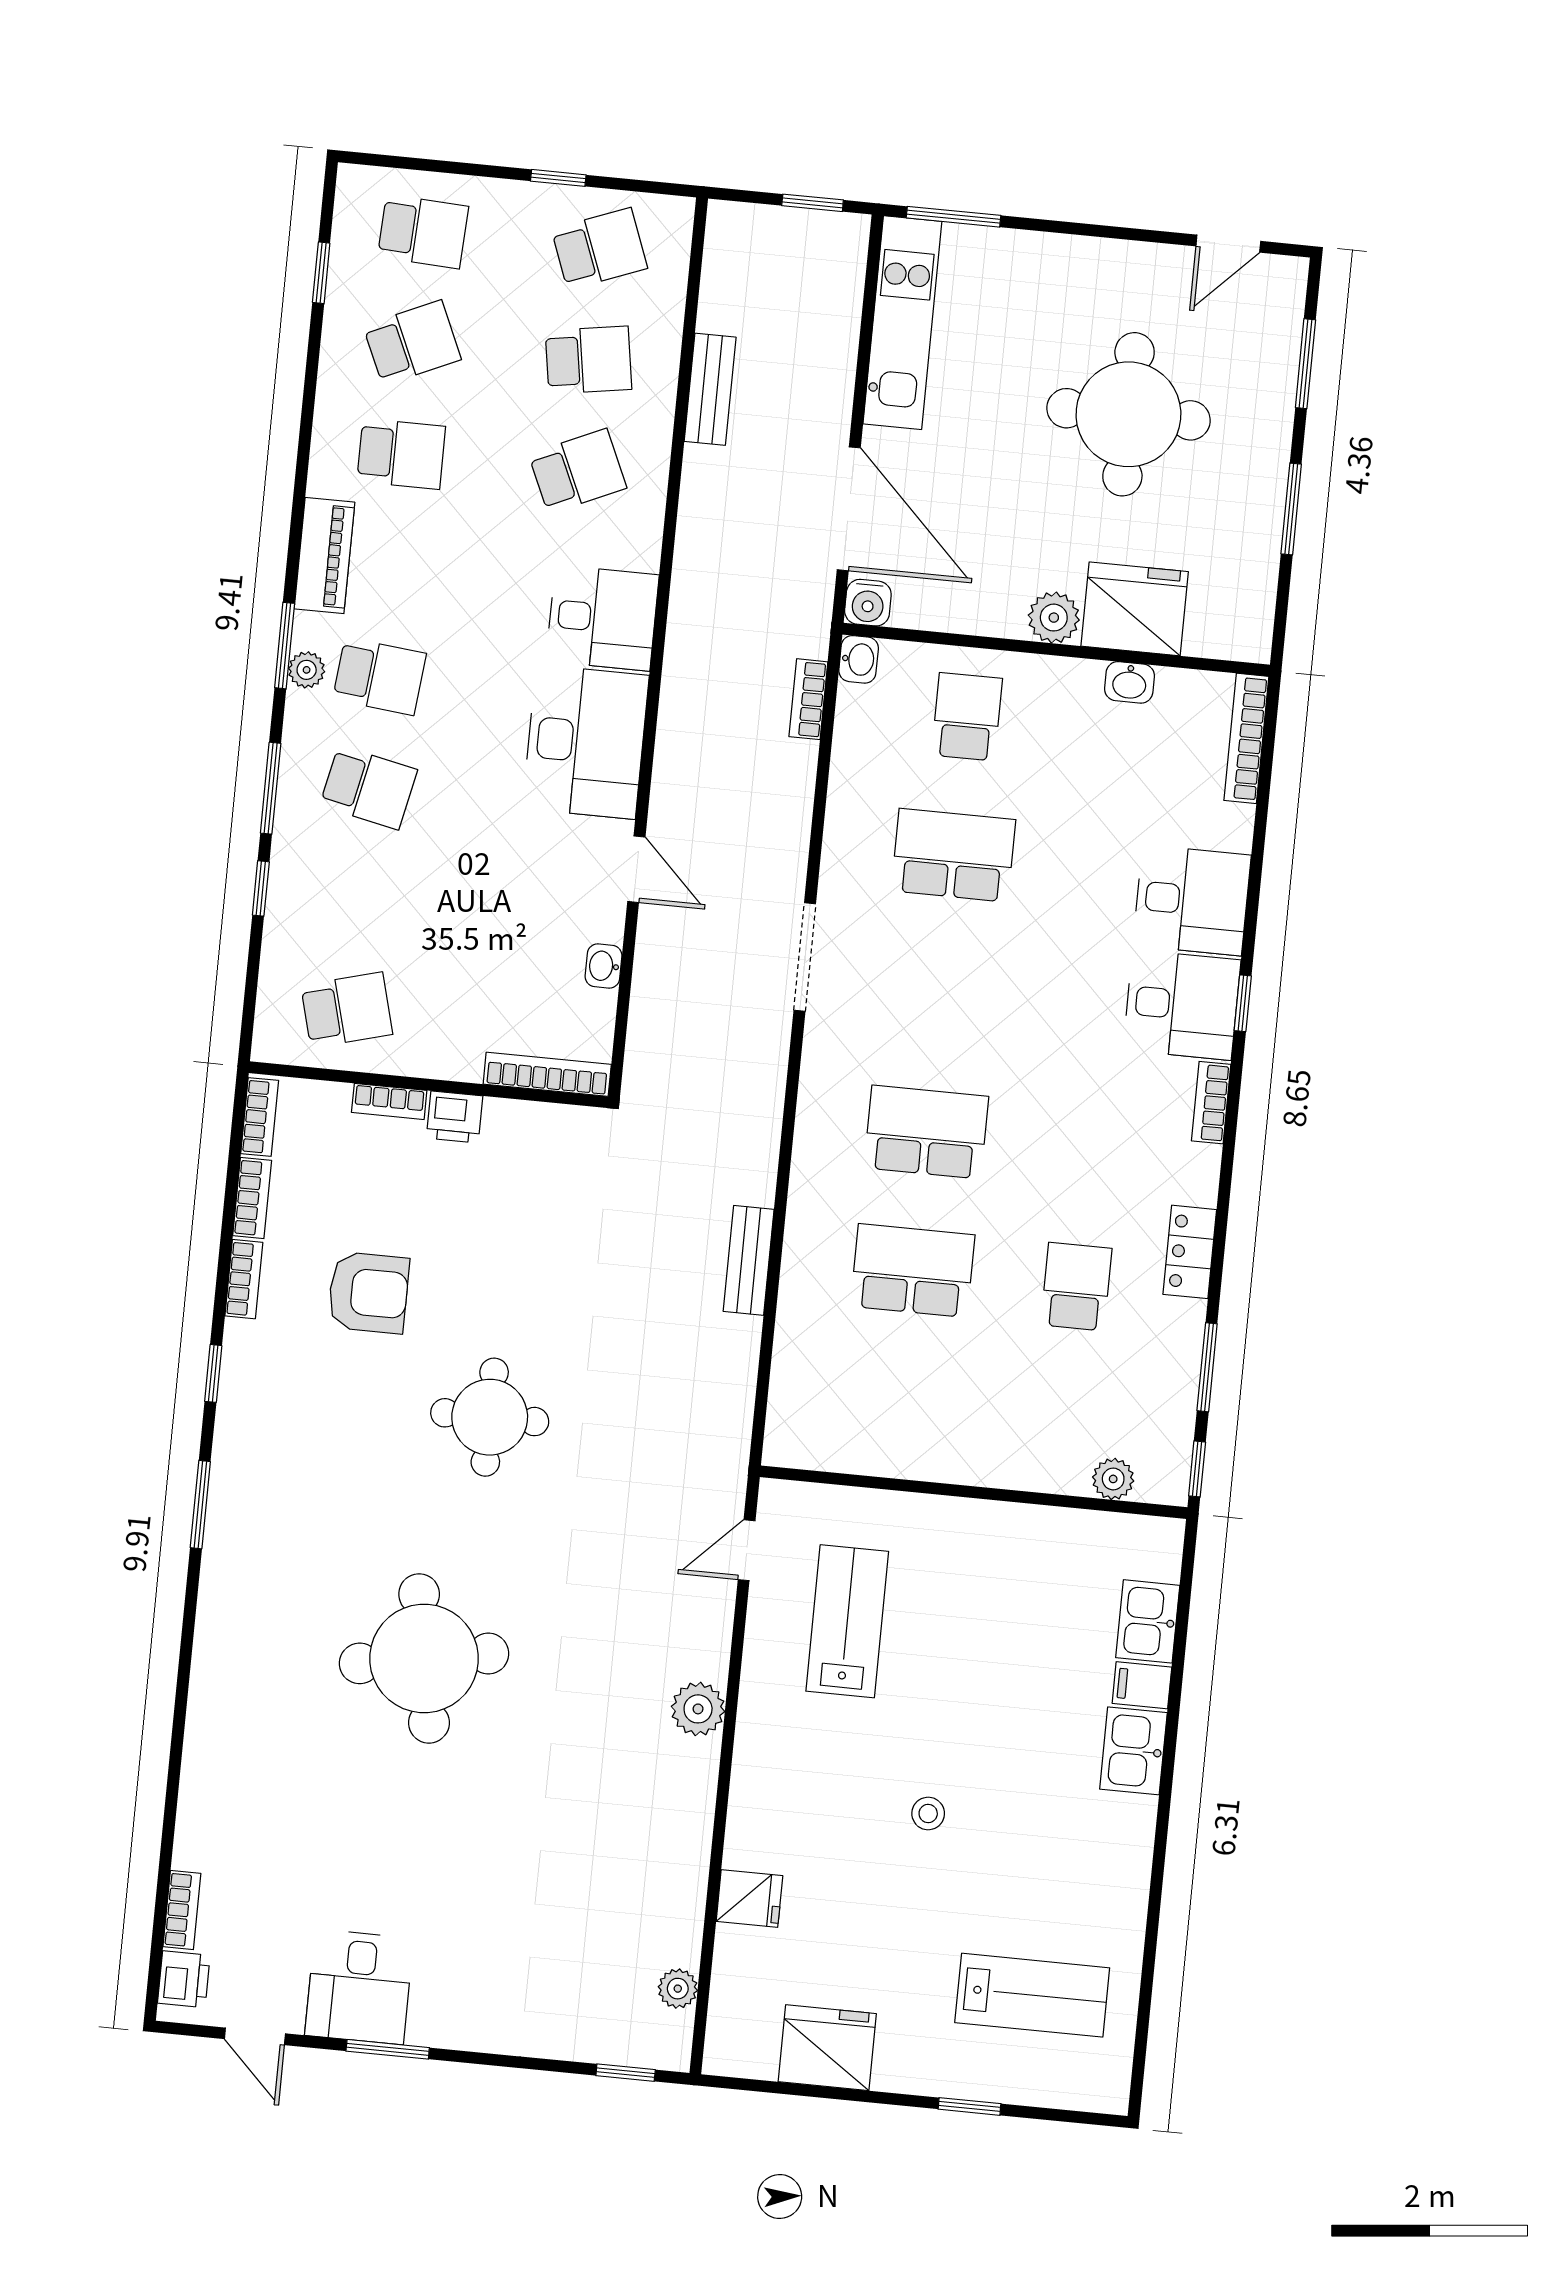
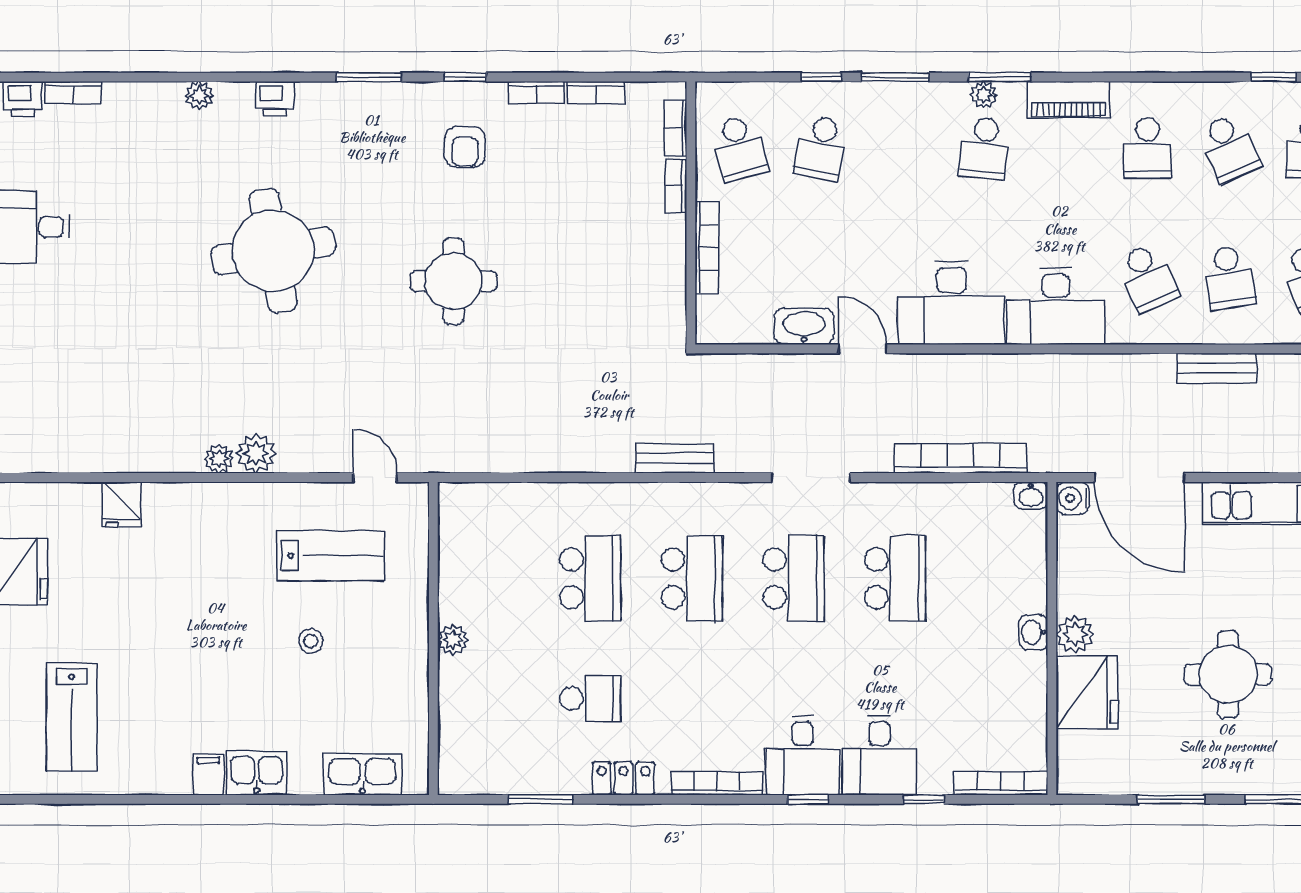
round table: (1128, 414) -> (1228, 674), width x0.73, depth x0.73
door: (849, 509) -> (1140, 478), hinge flipped
desk: (603, 618) -> (1056, 306), width x1.37
washbasin: (1129, 682) -> (1033, 632), moved
bookcase: (808, 699) -> (961, 458), width x2.31, depth x1.31
school desk: (967, 717) -> (793, 578), moved, width x1.85
school desk: (369, 787) -> (821, 148), moved
door: (636, 869) -> (862, 349), swing flipped
washbasin: (604, 966) -> (804, 326), width x1.91, depth x1.45
bookcase: (547, 1074) -> (707, 248), moved
bookcase: (1211, 1103) -> (717, 783), width x1.56
bookcase: (260, 1117) -> (675, 128), moved, turned 90
printer: (455, 1117) -> (275, 99), moved, turned -90
bench: (749, 1260) -> (675, 458), moved
armchair: (368, 1293) -> (465, 147), moved, width x0.72, depth x0.72
window: (1197, 1469) -> (924, 799), moved
plant: (1113, 1479) -> (453, 640), moved
kitchen sink: (1148, 1621) -> (363, 774), width x1.38
filing cabinet: (1142, 1685) -> (208, 775), moved
plant: (203, 1739) -> (199, 96), added
stool: (928, 1814) -> (311, 641), moved
plant: (678, 1989) -> (219, 459), moved

